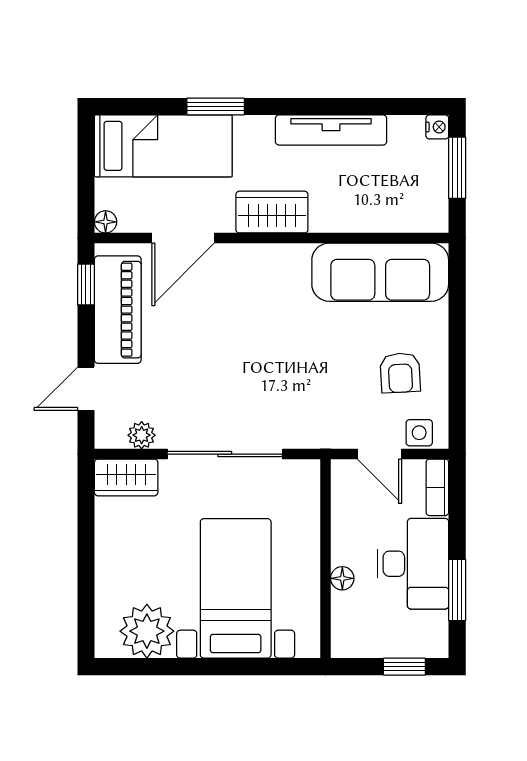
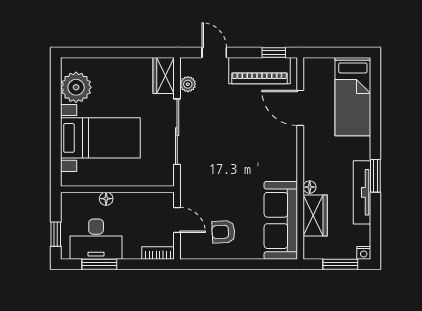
window: (216, 106) -> (375, 176), moved
wardrobe: (272, 212) -> (315, 216), moved
floor lamp: (106, 222) -> (310, 187), moved
side table: (419, 433) -> (189, 243), removed
door: (379, 454) -> (177, 220), swing flipped
desk: (413, 564) -> (96, 239), moved

